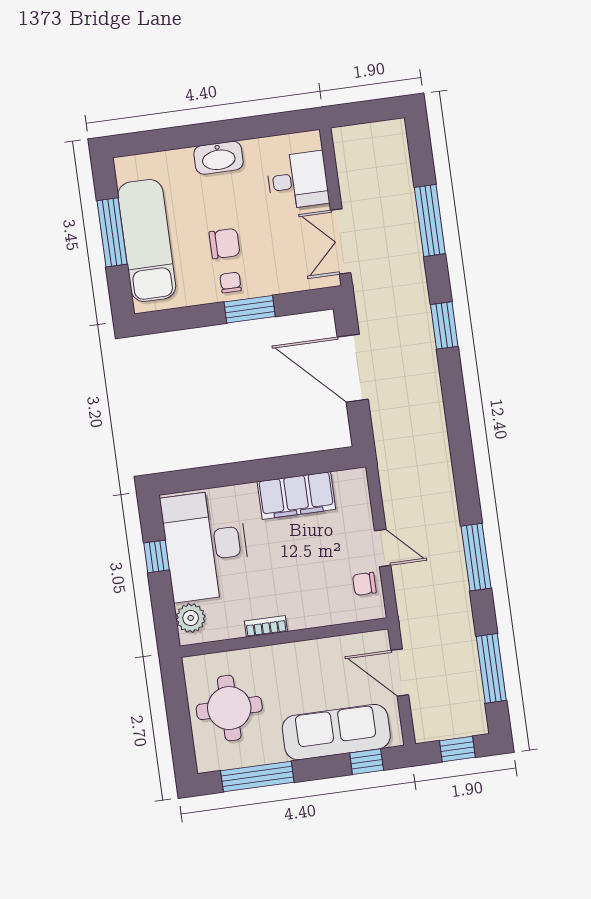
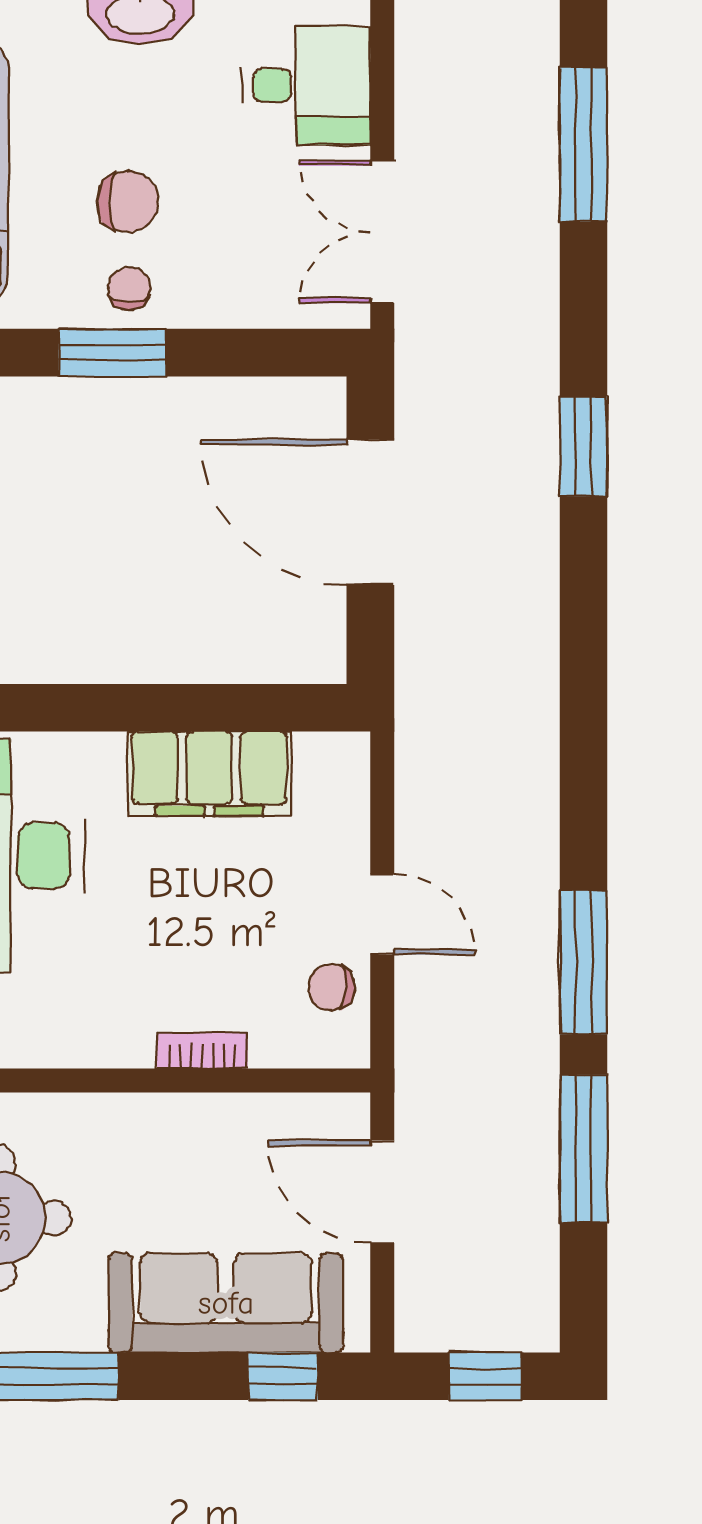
window: (430, 220) -> (583, 144), moved
window: (250, 309) -> (112, 353), moved
bookcase: (266, 626) -> (202, 1050), moved
window: (491, 668) -> (583, 1149), moved

